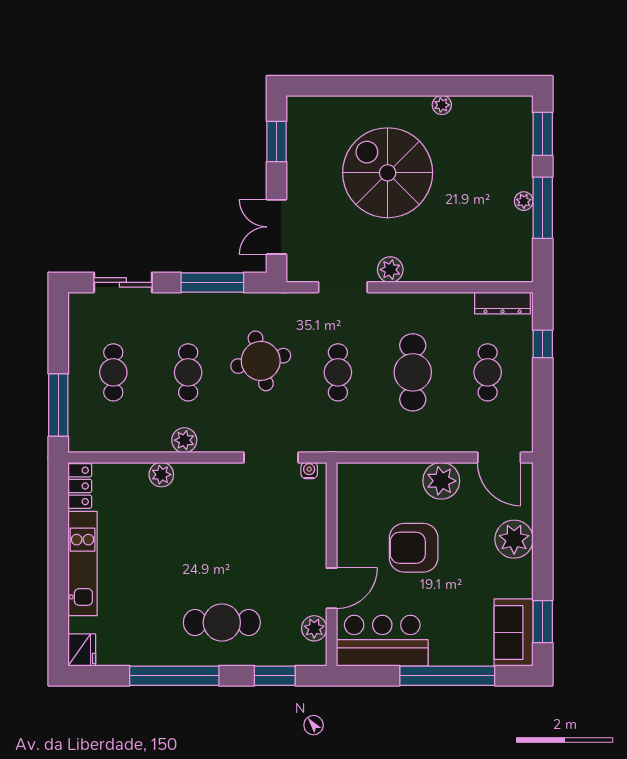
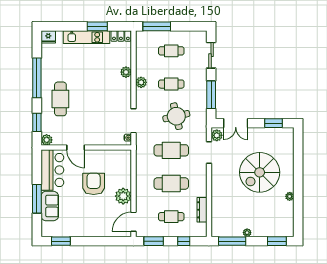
spiral stairs: (388, 173) -> (260, 172), turned 180
window: (543, 208) -> (232, 241), moved
double door: (276, 227) -> (236, 123), swing flipped
plant: (390, 270) -> (217, 135), moved
dresser: (503, 303) -> (202, 210), moved
cafe table: (338, 372) -> (171, 150), width x1.37, depth x1.35
window: (543, 412) -> (154, 241), added
window: (58, 539) -> (97, 26), added
plant: (514, 539) -> (97, 228), removed
plant: (314, 628) -> (47, 140), moved
sofa: (514, 633) -> (50, 206), moved, turned 90
window: (447, 676) -> (37, 199), width x0.68

